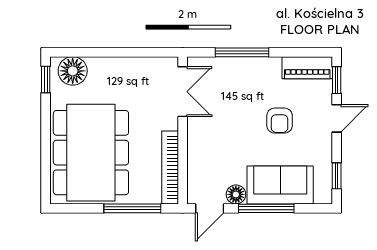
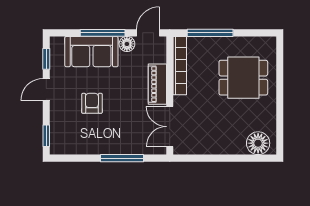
piano: (307, 68) -> (157, 84), moved, turned -90
window: (46, 80) -> (280, 136), removed
door: (337, 118) -> (46, 90), moved
dining table: (91, 153) -> (243, 78), width x0.53, depth x0.80

